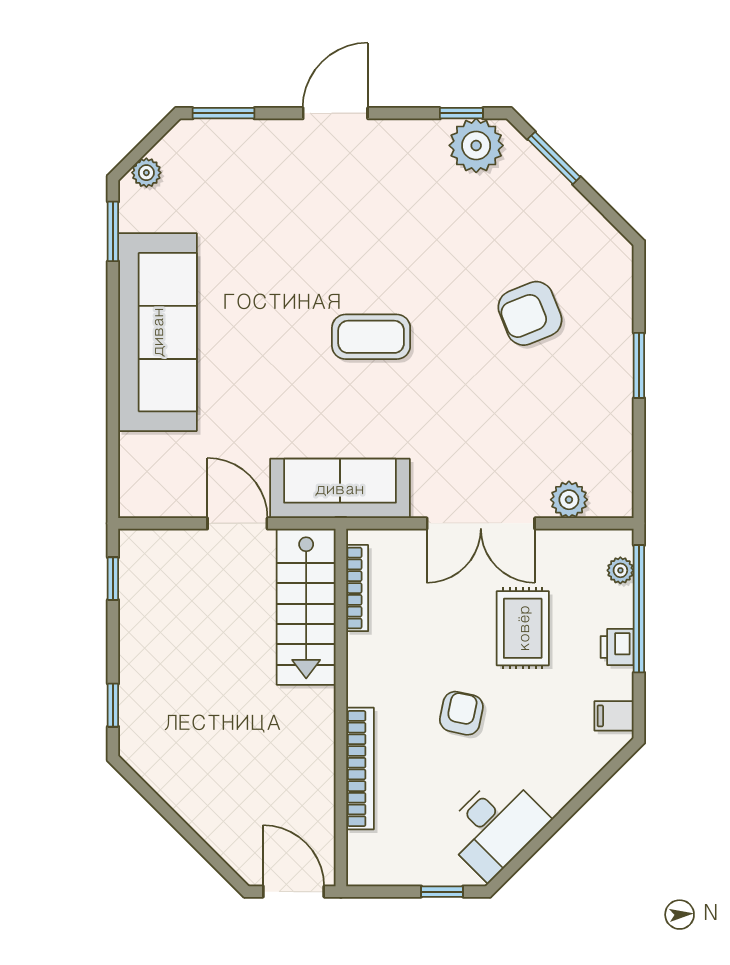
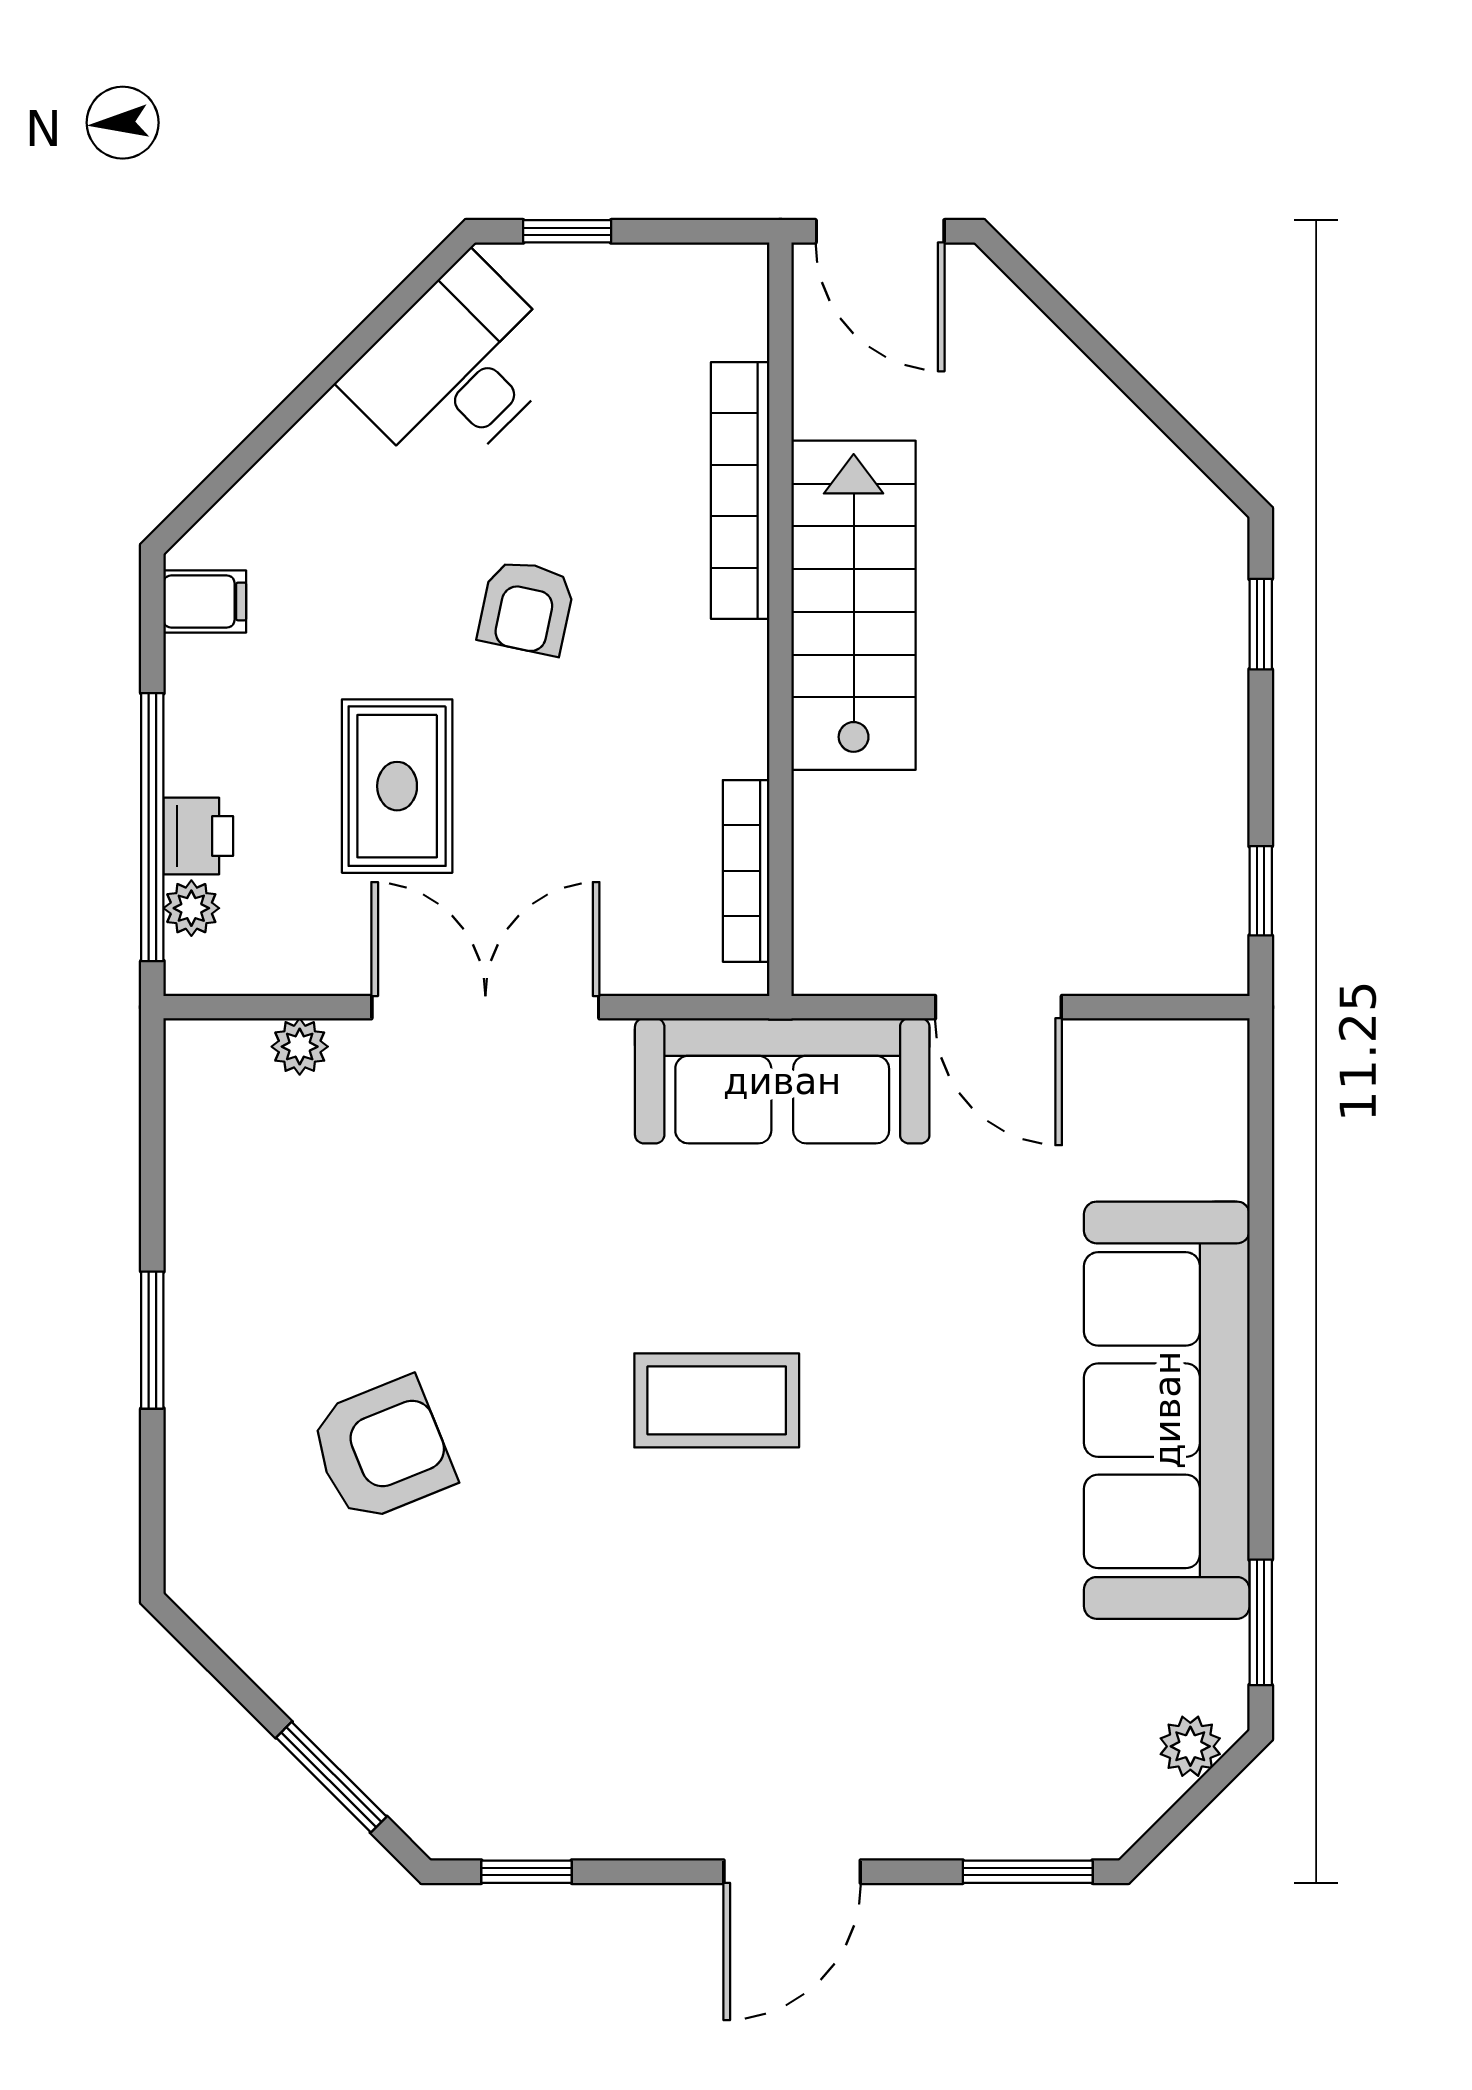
plant: (476, 145) -> (495, 1804), removed
plant: (569, 500) -> (300, 1047), width x0.73, depth x0.73
stairs: (306, 607) -> (854, 605), moved
printer: (617, 647) -> (198, 836), moved

